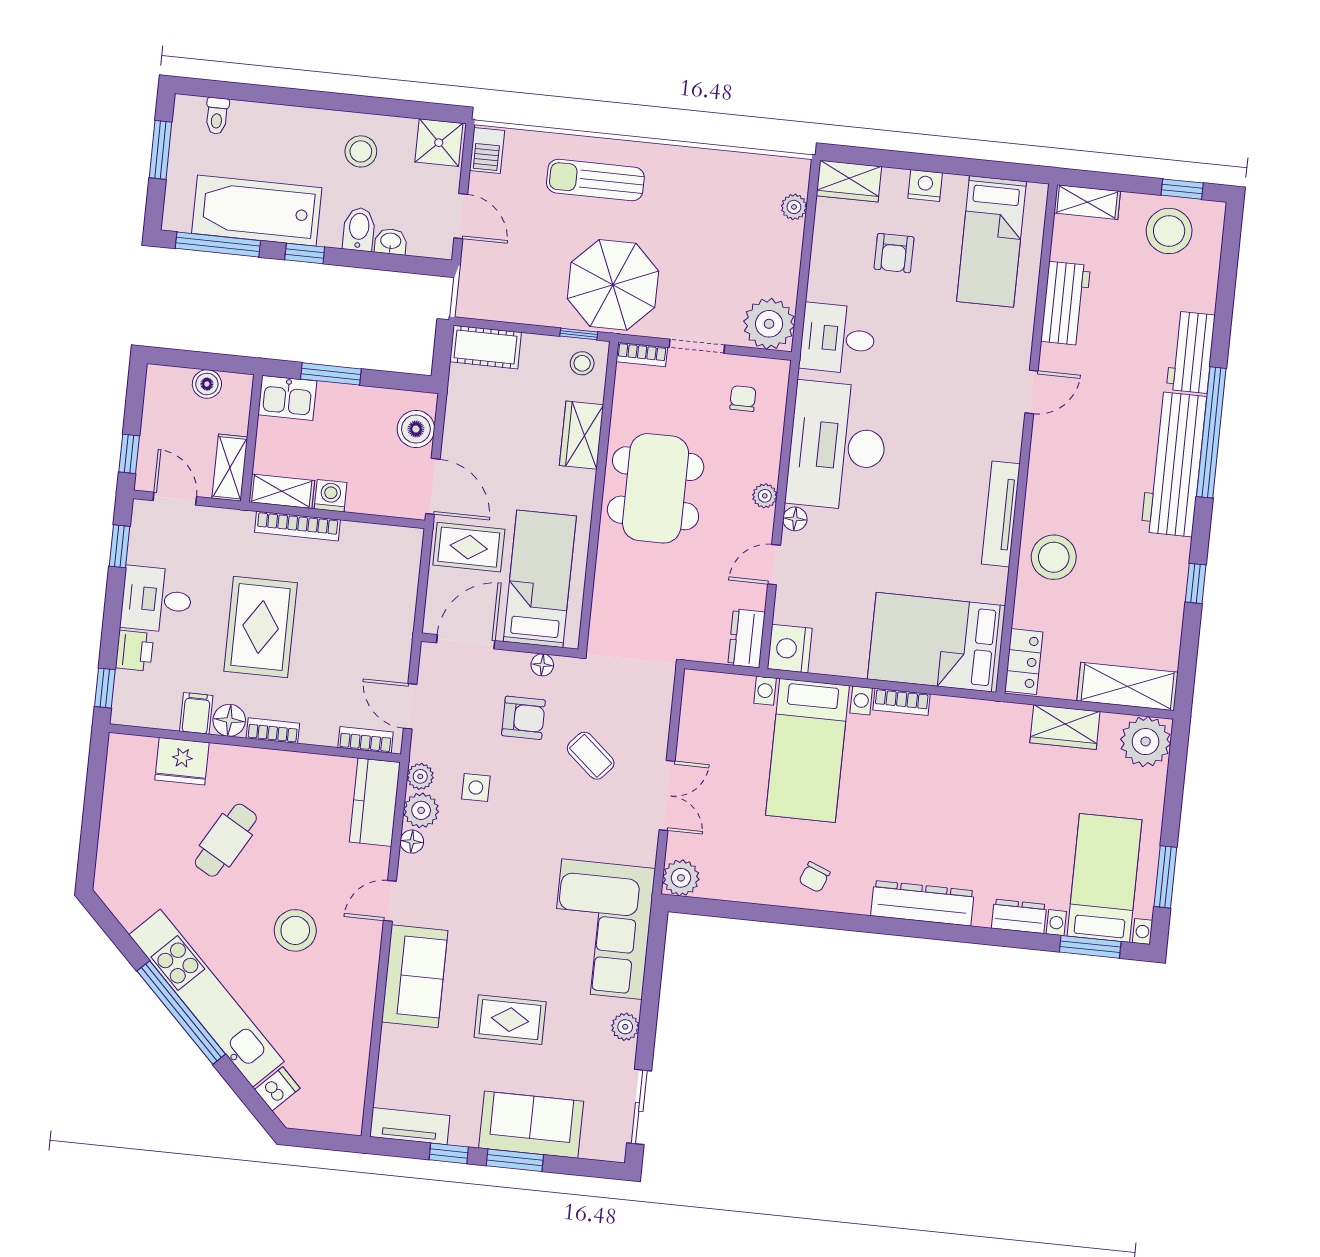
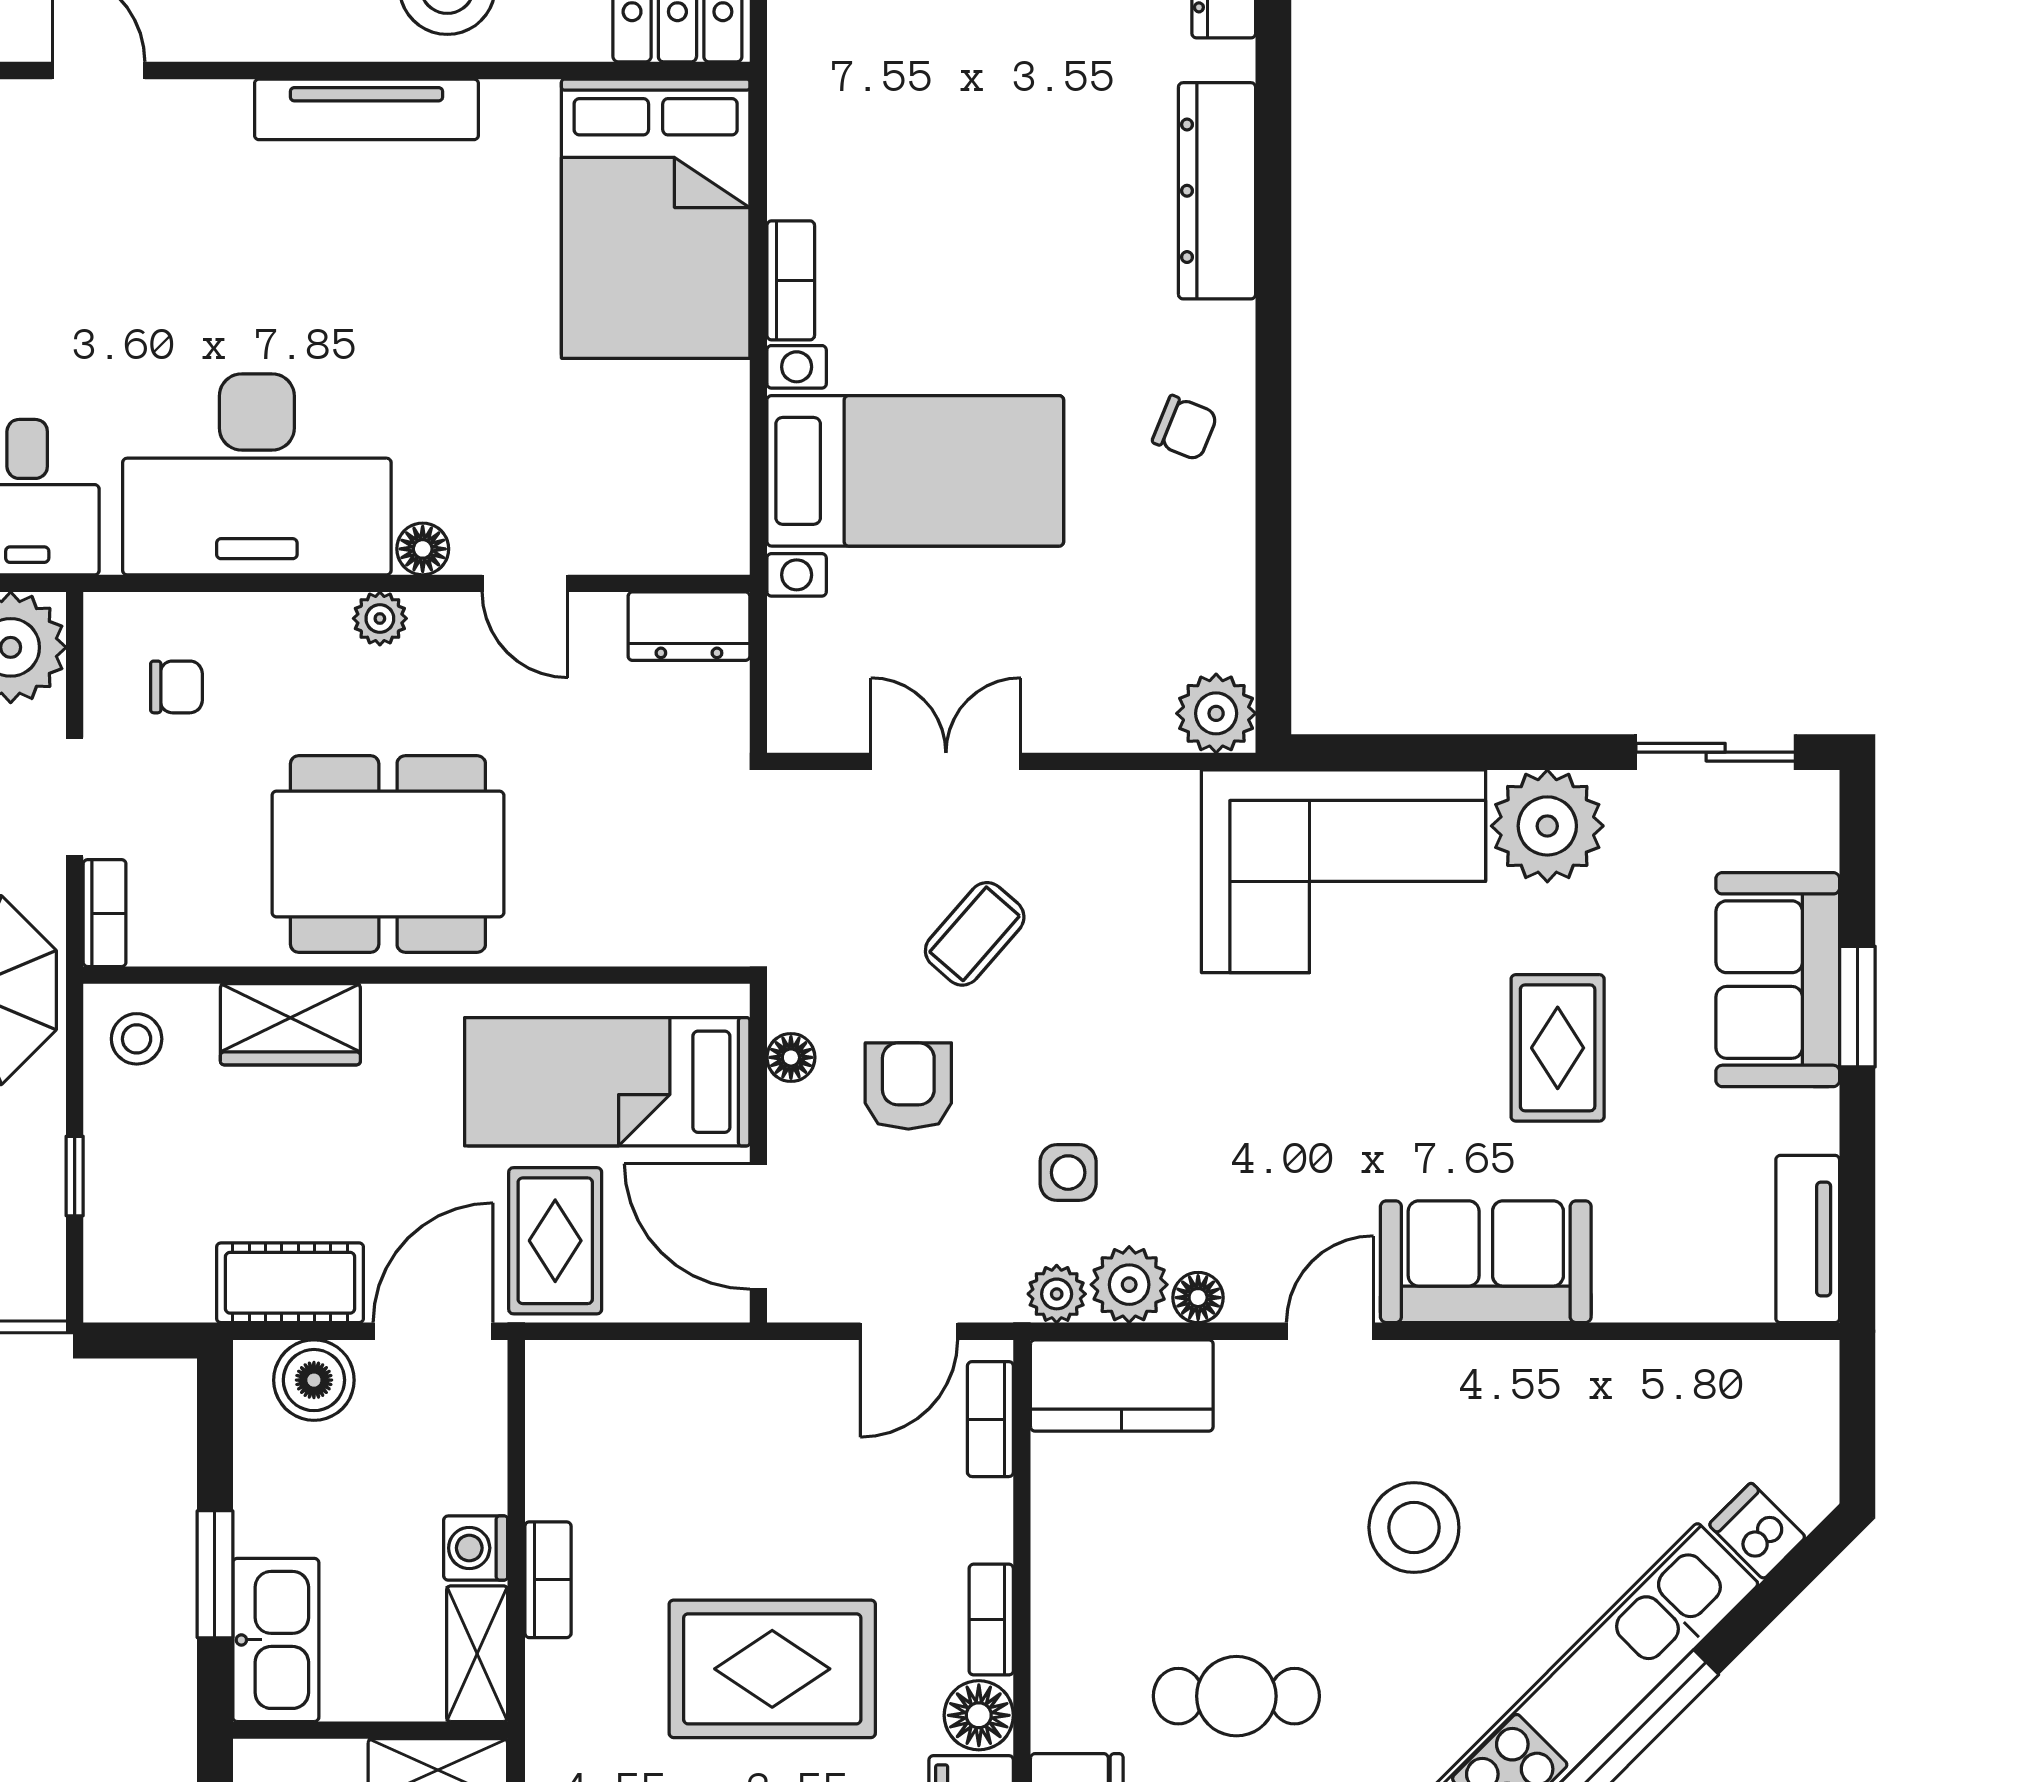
window: (579, 334) -> (75, 1176), moved
cot: (486, 347) -> (290, 1283), moved, turned 90
kitchen sink: (287, 398) -> (276, 1640), width x1.38
chair: (743, 399) -> (176, 687), turned 180
bookcase: (297, 526) -> (548, 1580), width x0.64
nightstand: (790, 649) -> (701, 531), removed
double door: (667, 796) -> (946, 761), moved
cafe table: (226, 840) -> (1236, 1696), turned -30
door: (390, 901) -> (1330, 1331), swing flipped
plant: (625, 1027) -> (1547, 826), width x1.87, depth x1.87
window: (449, 1153) -> (1857, 1150), removed

